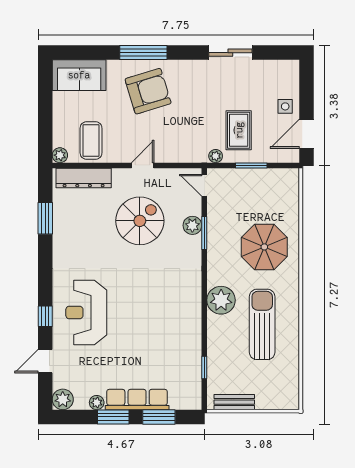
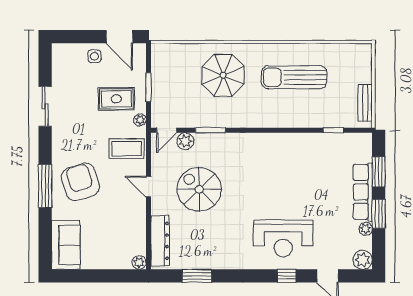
coffee table: (91, 141) -> (127, 149), moved
plant: (192, 225) -> (185, 141), moved
plant: (221, 300) -> (272, 115), removed

